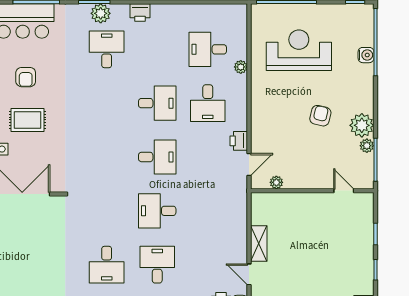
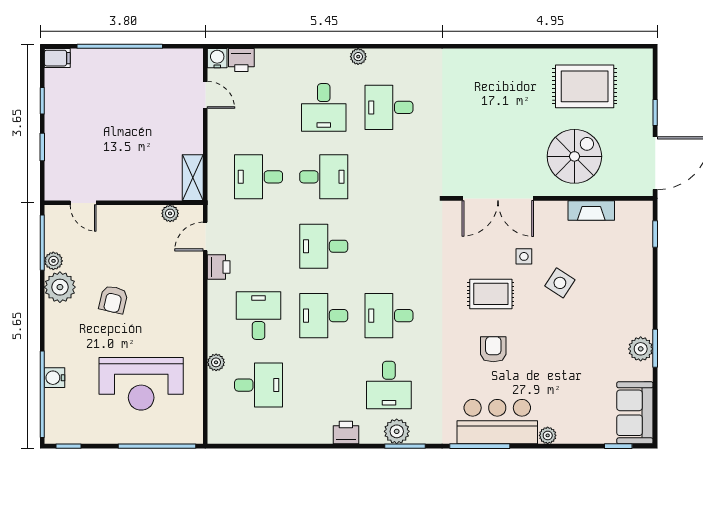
desk: (107, 103) -> (389, 316), added
desk: (208, 211) -> (259, 177), added
shelving: (259, 244) -> (193, 178), moved
desk: (107, 265) -> (389, 107), turned -90

